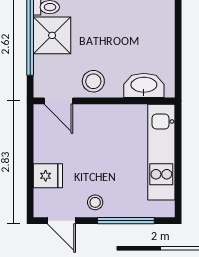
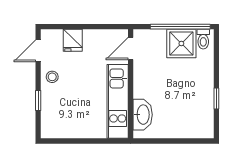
stool: (93, 81) -> (146, 75), removed
kitchen unit: (161, 152) -> (118, 101), moved, turned -90
window: (126, 221) -> (38, 101), width x0.46

